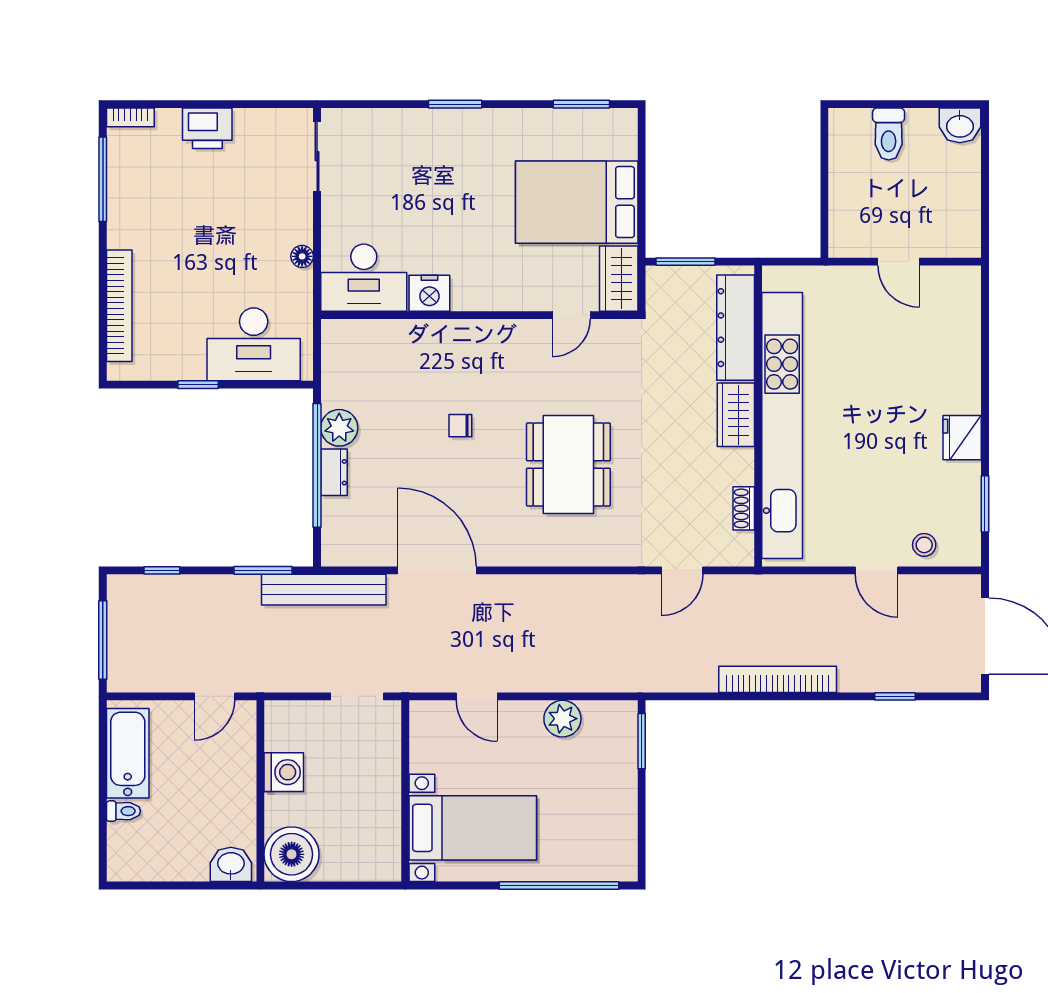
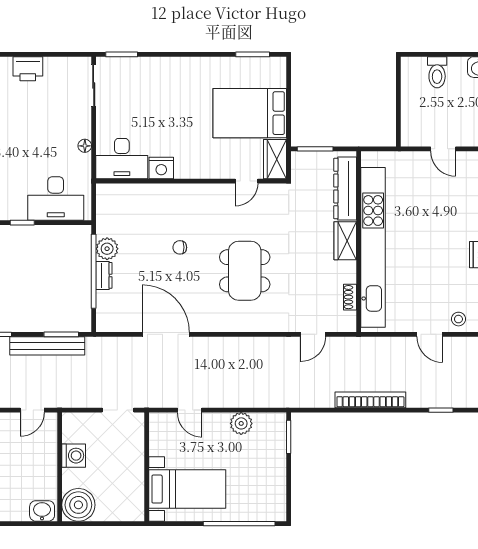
window: (455, 104) -> (122, 54), moved
bench: (324, 590) -> (47, 346), moved

